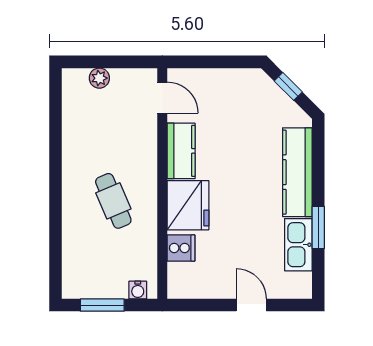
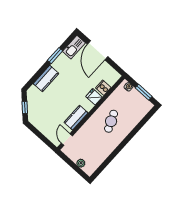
kitchen counter: (297, 172) -> (46, 79), width x0.67
fridge: (188, 205) -> (94, 97), width x0.53, depth x0.75
kitchen sink: (298, 245) -> (74, 47), moved
door: (251, 305) -> (98, 50), width x1.88

